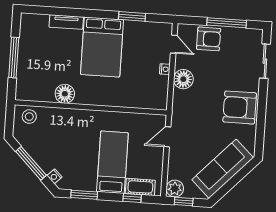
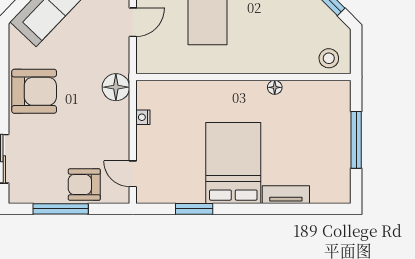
nightstand: (165, 69) -> (143, 117), moved
floor lamp: (183, 79) -> (116, 87), moved
floor lamp: (65, 94) -> (275, 87), width x0.53, depth x0.53
door: (167, 137) -> (133, 22), moved

